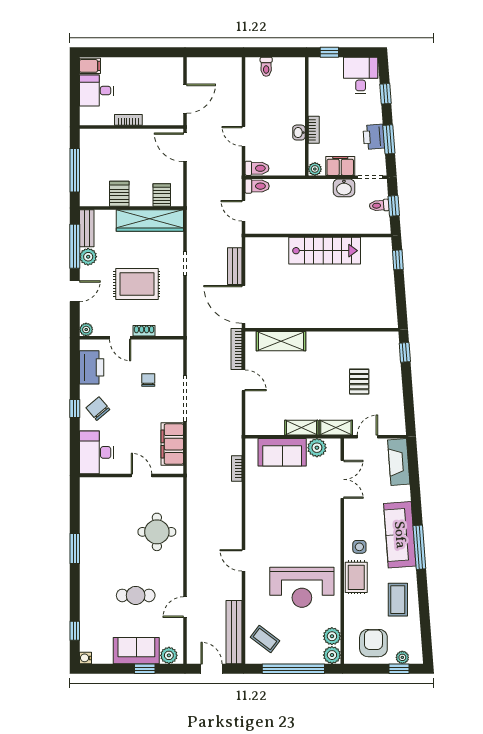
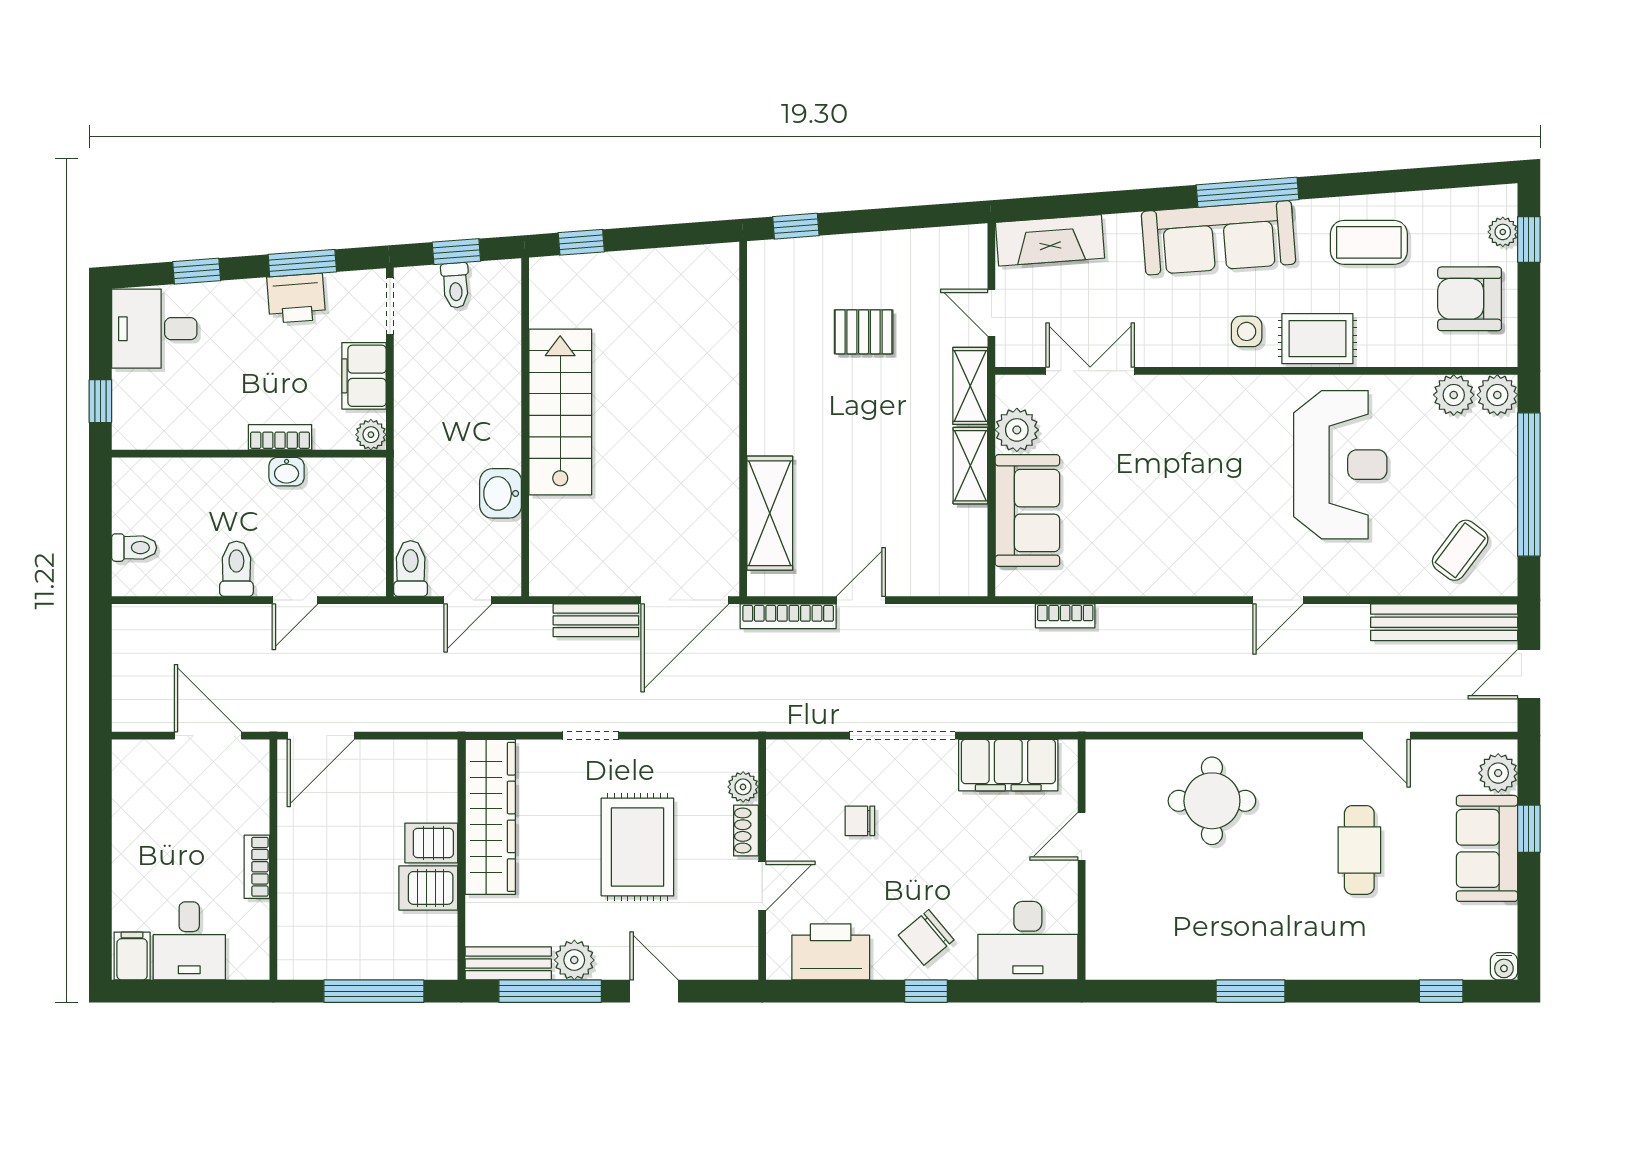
toilet: (257, 168) -> (236, 569), moved
washbasin: (344, 188) -> (501, 493), moved, turned 180
server rack: (162, 195) -> (431, 843), moved
plant: (86, 330) -> (743, 787), moved

